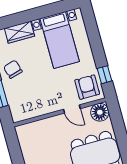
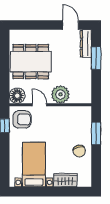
armchair: (87, 87) -> (22, 119), turned -90
plant: (52, 127) -> (60, 94), added

